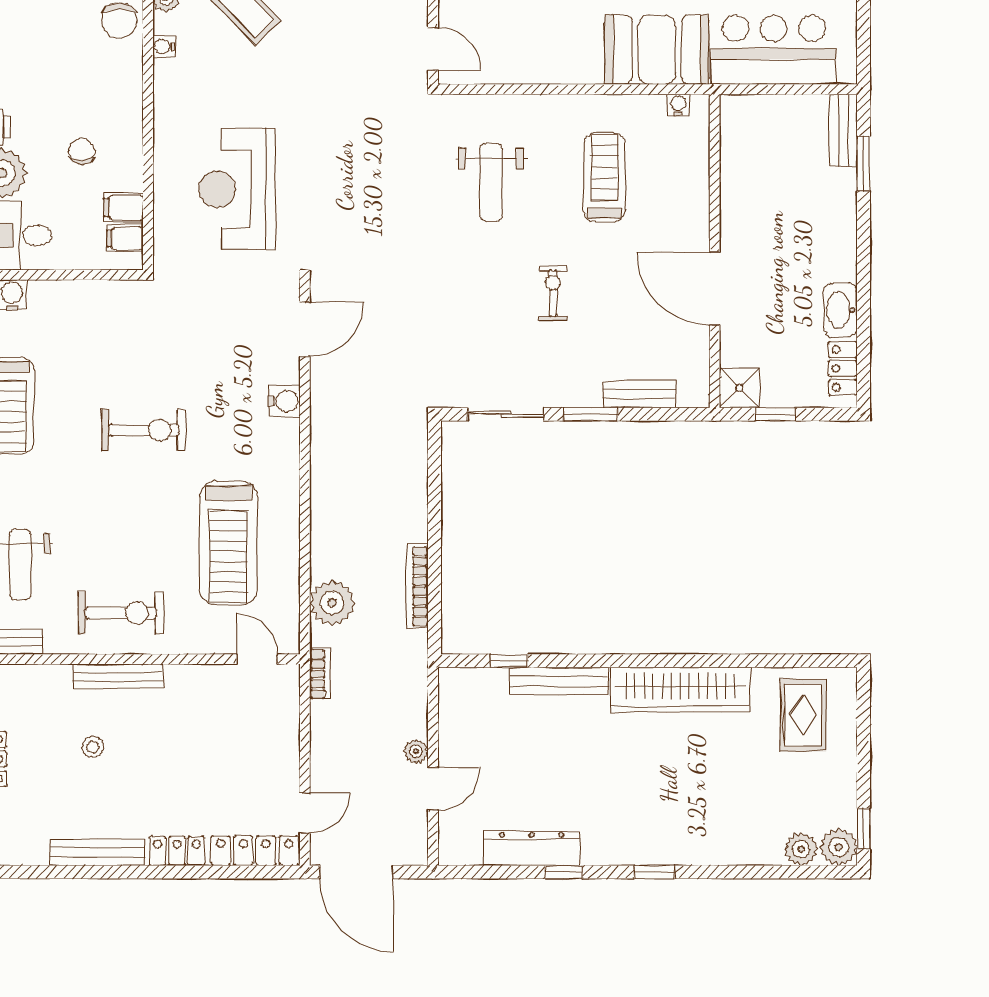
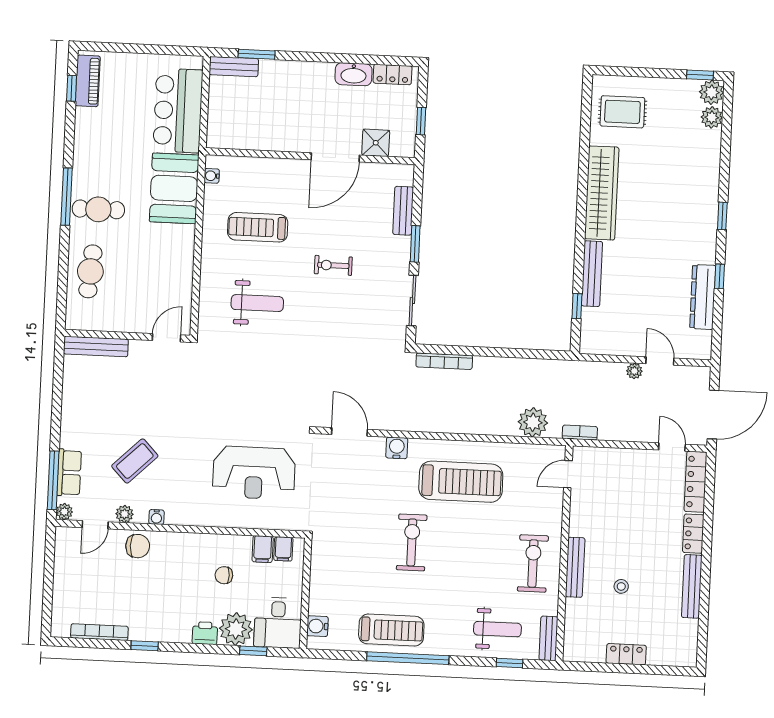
shower: (739, 388) -> (376, 143), moved
treadmill: (229, 543) -> (461, 482), moved
bookcase: (417, 586) -> (444, 361), moved

